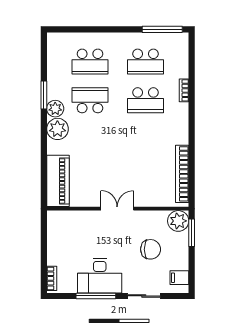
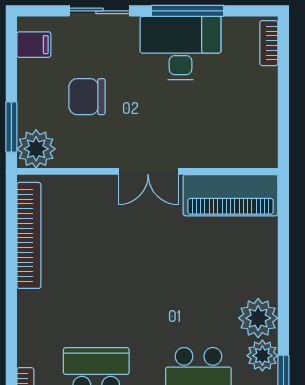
piano: (58, 181) -> (231, 195), moved, turned -90

